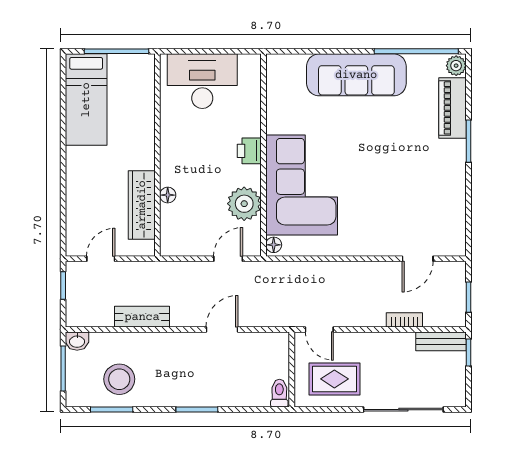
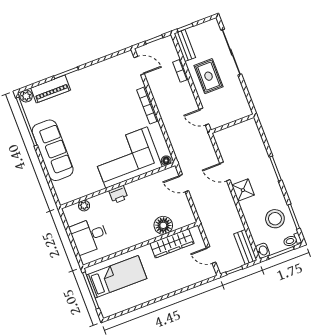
desk: (202, 81) -> (89, 236), width x0.73
bed: (86, 100) -> (117, 277), moved
floor lamp: (168, 195) -> (163, 225), width x1.89, depth x1.89
plant: (244, 204) -> (84, 206), moved, width x0.53, depth x0.53
bookcase: (370, 249) -> (148, 105), added
door: (418, 259) -> (139, 66), moved
bench: (142, 317) -> (245, 247), moved
door: (319, 329) -> (204, 117), swing flipped
shower: (183, 346) -> (243, 190), added
rug: (334, 379) -> (209, 76), moved
toilet: (279, 393) -> (292, 240), moved

